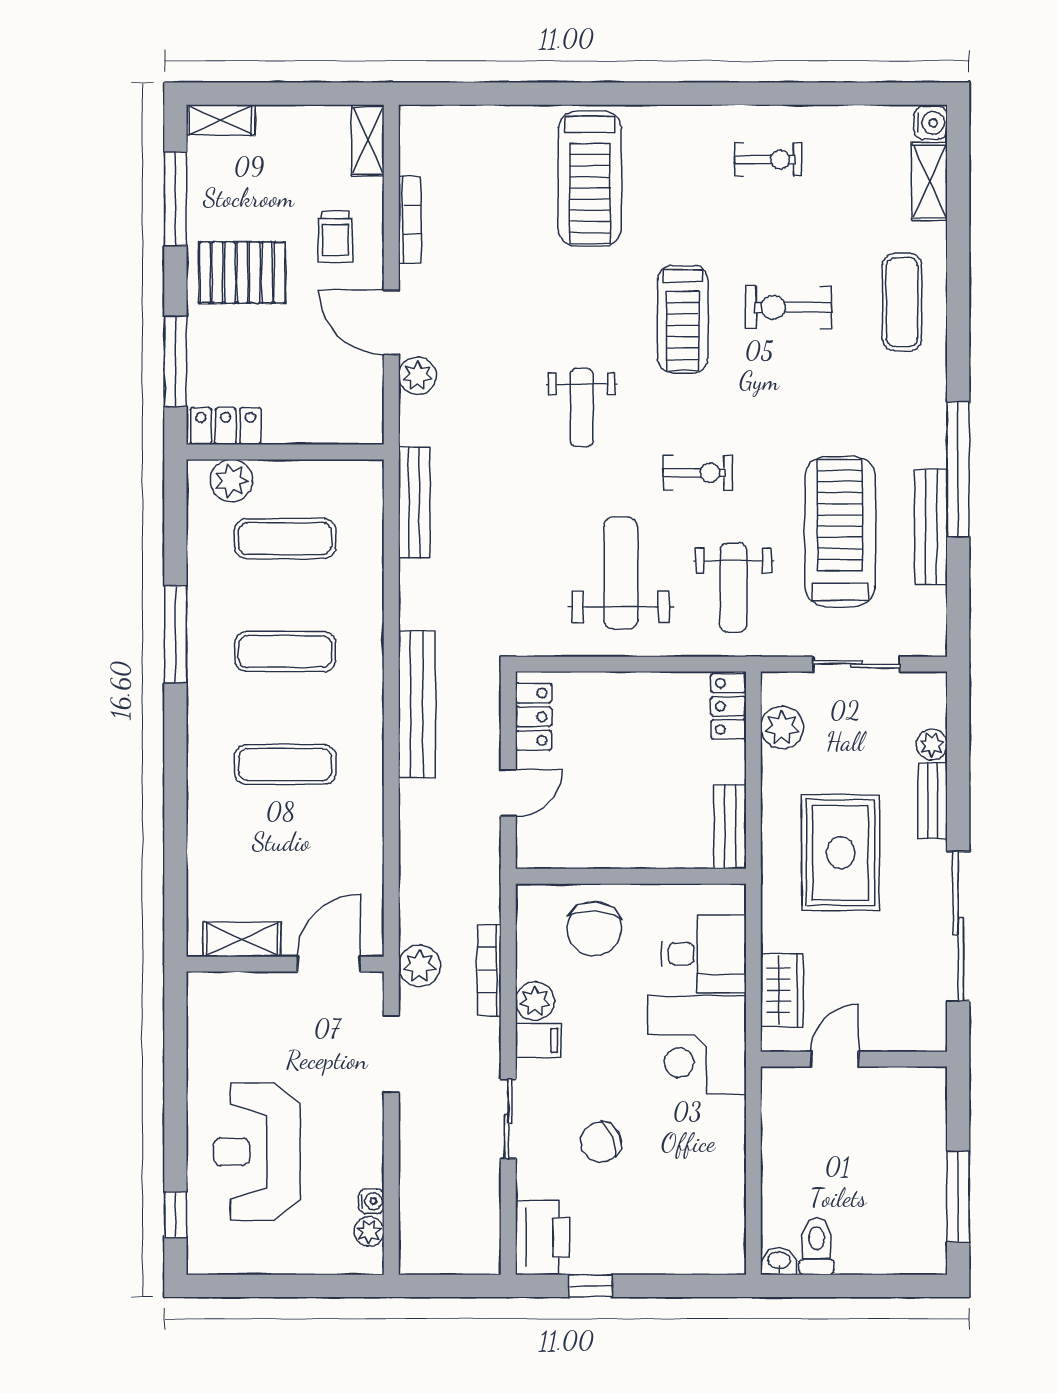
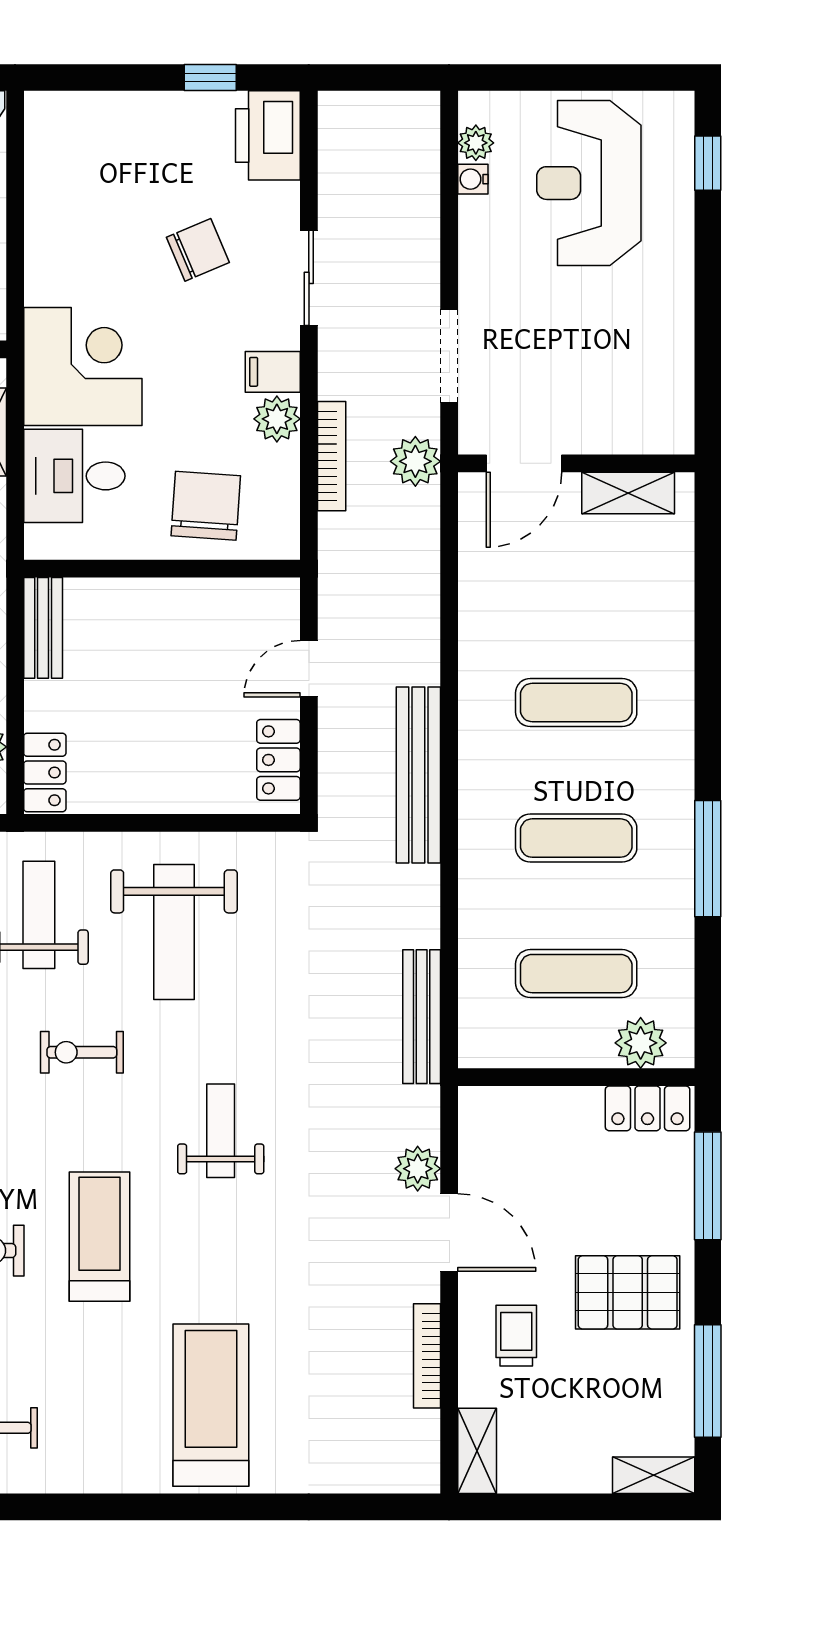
reception desk: (257, 1152) -> (589, 183), moved, turned 180

